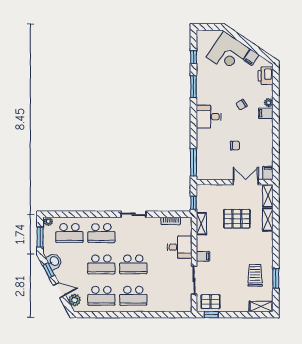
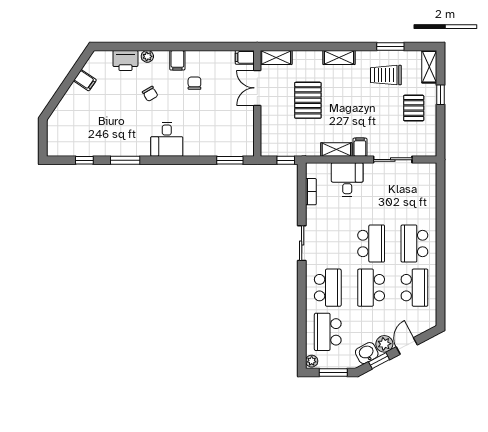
corner desk: (228, 53) -> (78, 112), removed
printer: (266, 76) -> (125, 61), moved
filing cabinet: (266, 113) -> (177, 60), moved
chair: (235, 146) -> (194, 83), moved
window: (193, 162) -> (230, 160), width x0.69
shelving: (268, 220) -> (339, 58), moved
shelving: (201, 224) -> (336, 149), moved
school desk: (69, 233) -> (328, 332), turned 180
school desk: (101, 264) -> (371, 288), turned 180
school desk: (133, 296) -> (414, 244), turned 180
plant: (75, 300) -> (384, 344), moved
pallet: (211, 302) -> (414, 108), moved
window: (211, 315) -> (441, 95), moved

